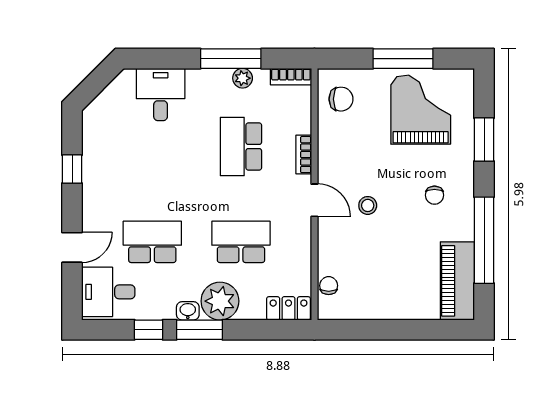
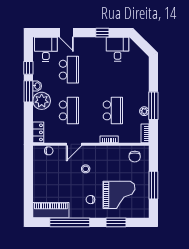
desk: (161, 94) -> (118, 49), moved, turned -90
grand piano: (421, 110) -> (119, 195), moved
school desk: (241, 146) -> (113, 110), turned 90
door: (314, 200) -> (74, 144), moved

